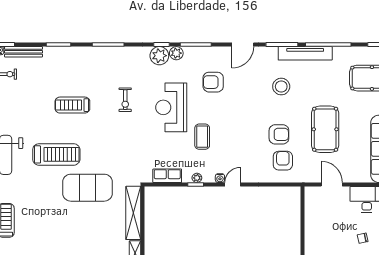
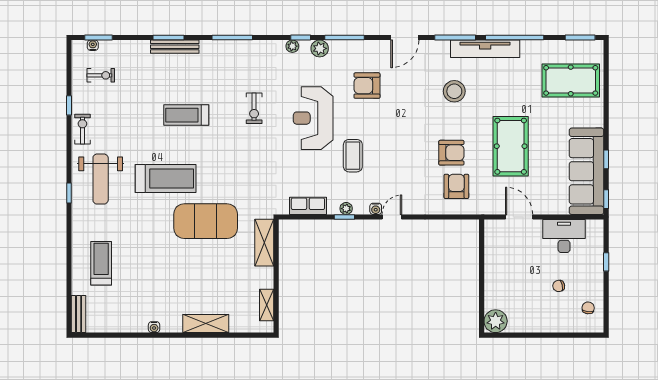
bench: (24, 52) -> (175, 47), moved
plant: (159, 56) -> (292, 46), width x0.53, depth x0.53
shelving: (133, 213) -> (264, 243), width x0.68

